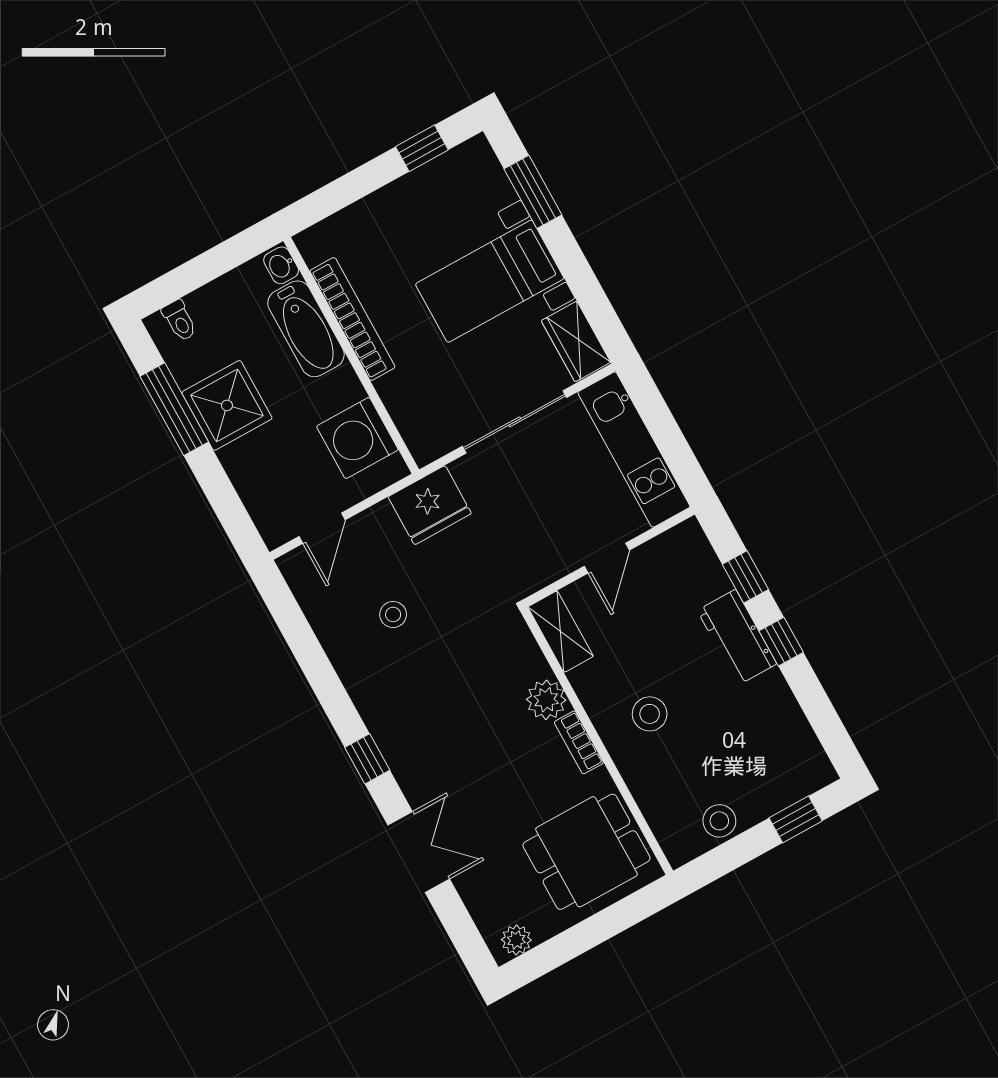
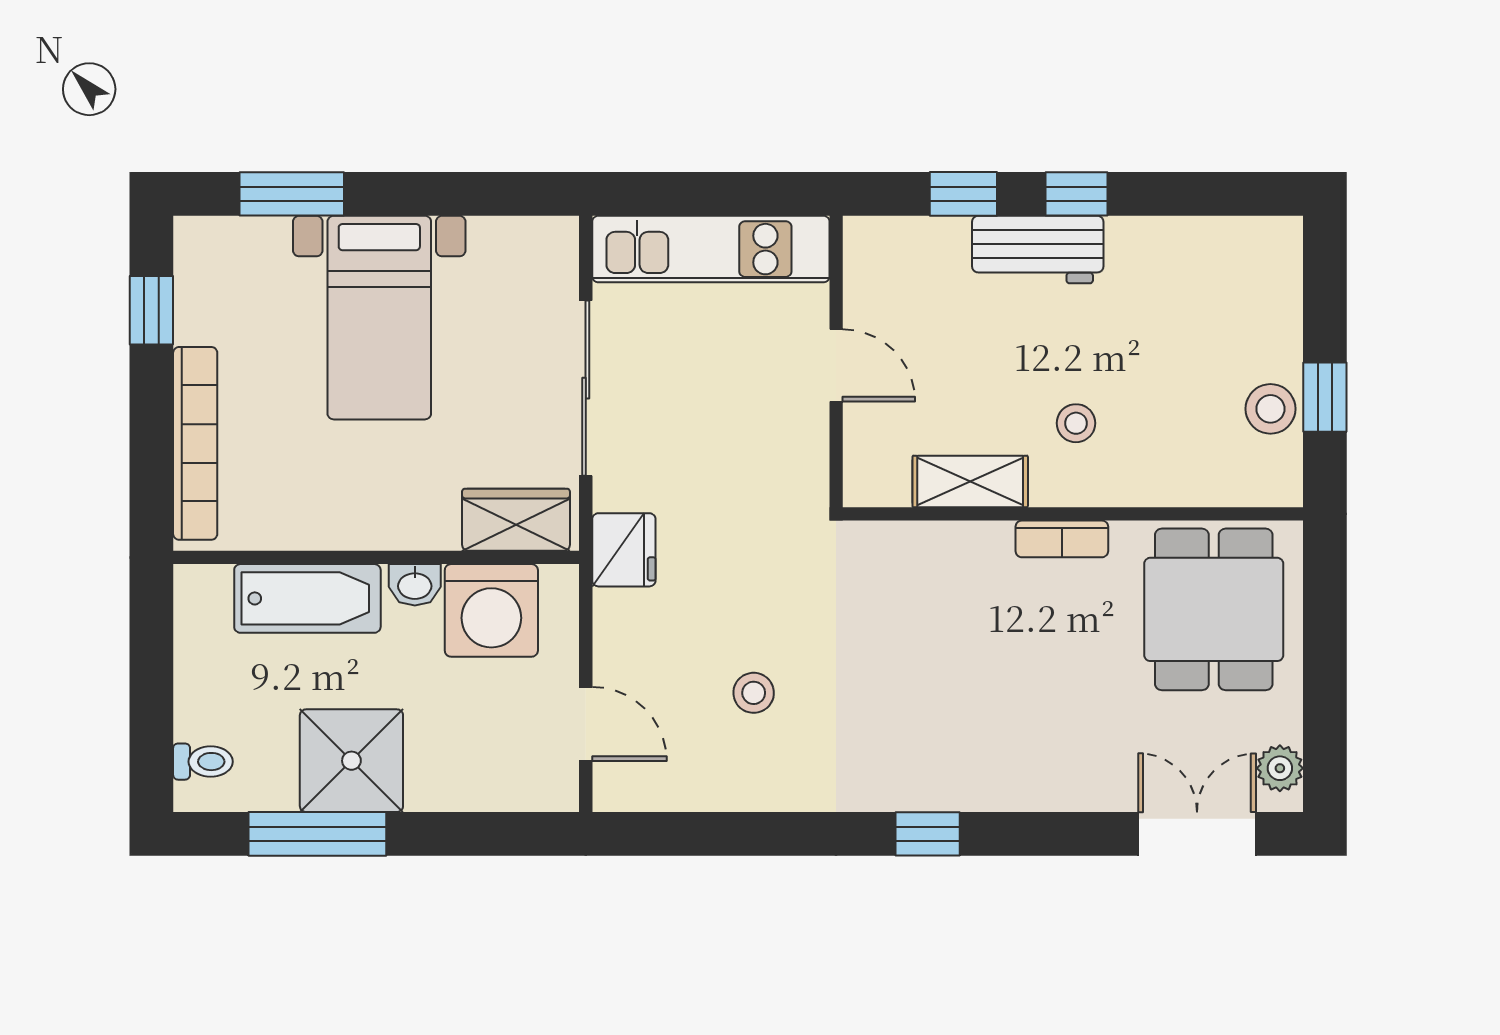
washbasin: (281, 265) -> (415, 585), moved
bookcase: (352, 319) -> (195, 443), moved, turned 90
wardrobe: (576, 341) -> (516, 520), moved, turned 180
fridge: (430, 505) -> (624, 550), width x0.73, depth x0.75
shelving: (561, 632) -> (970, 481), moved
plant: (546, 700) -> (981, 551), removed
stool: (650, 714) -> (1076, 423), width x0.73, depth x0.73
window: (796, 819) -> (1325, 397), moved
double door: (419, 852) -> (1197, 834), moved

